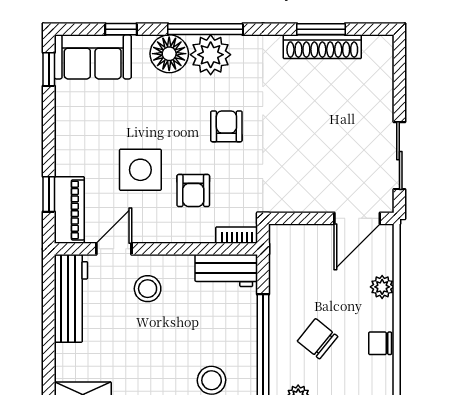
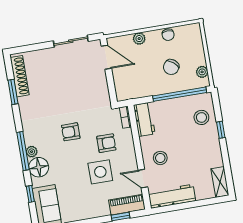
shoe rack: (322, 47) -> (20, 76), moved
plant: (211, 55) -> (32, 152), width x0.53, depth x0.53

